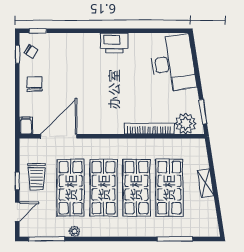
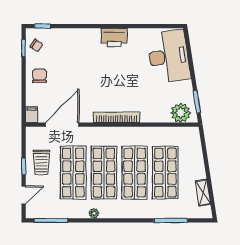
bookcase: (149, 129) -> (117, 117), moved
shelving: (206, 183) -> (203, 193), moved
plant: (74, 231) -> (94, 213), moved

